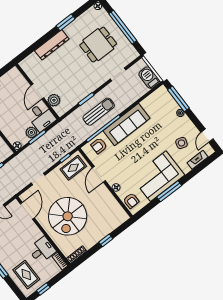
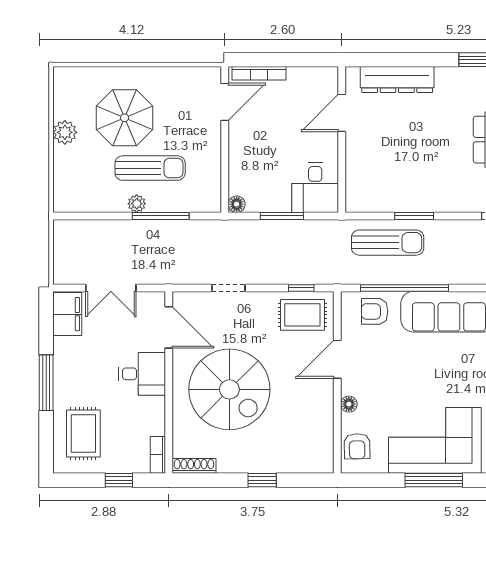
dresser: (52, 45) -> (397, 79), moved
door: (38, 92) -> (342, 113), moved
plant: (54, 100) -> (358, 176), removed
sun lounger: (99, 112) -> (388, 243), moved
plant: (31, 132) -> (278, 200), removed
door: (27, 211) -> (169, 327), hinge flipped
spiral stairs: (68, 216) -> (229, 389), turned -90
desk: (42, 250) -> (142, 374), moved
window: (43, 289) -> (119, 480), moved

